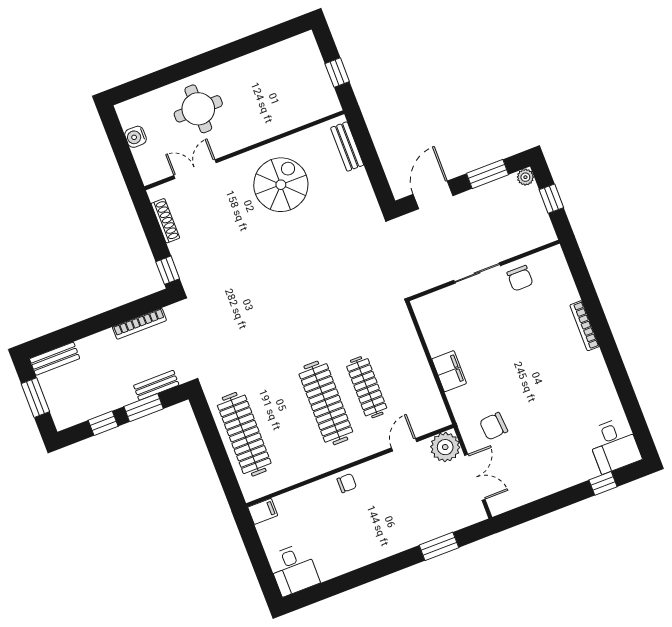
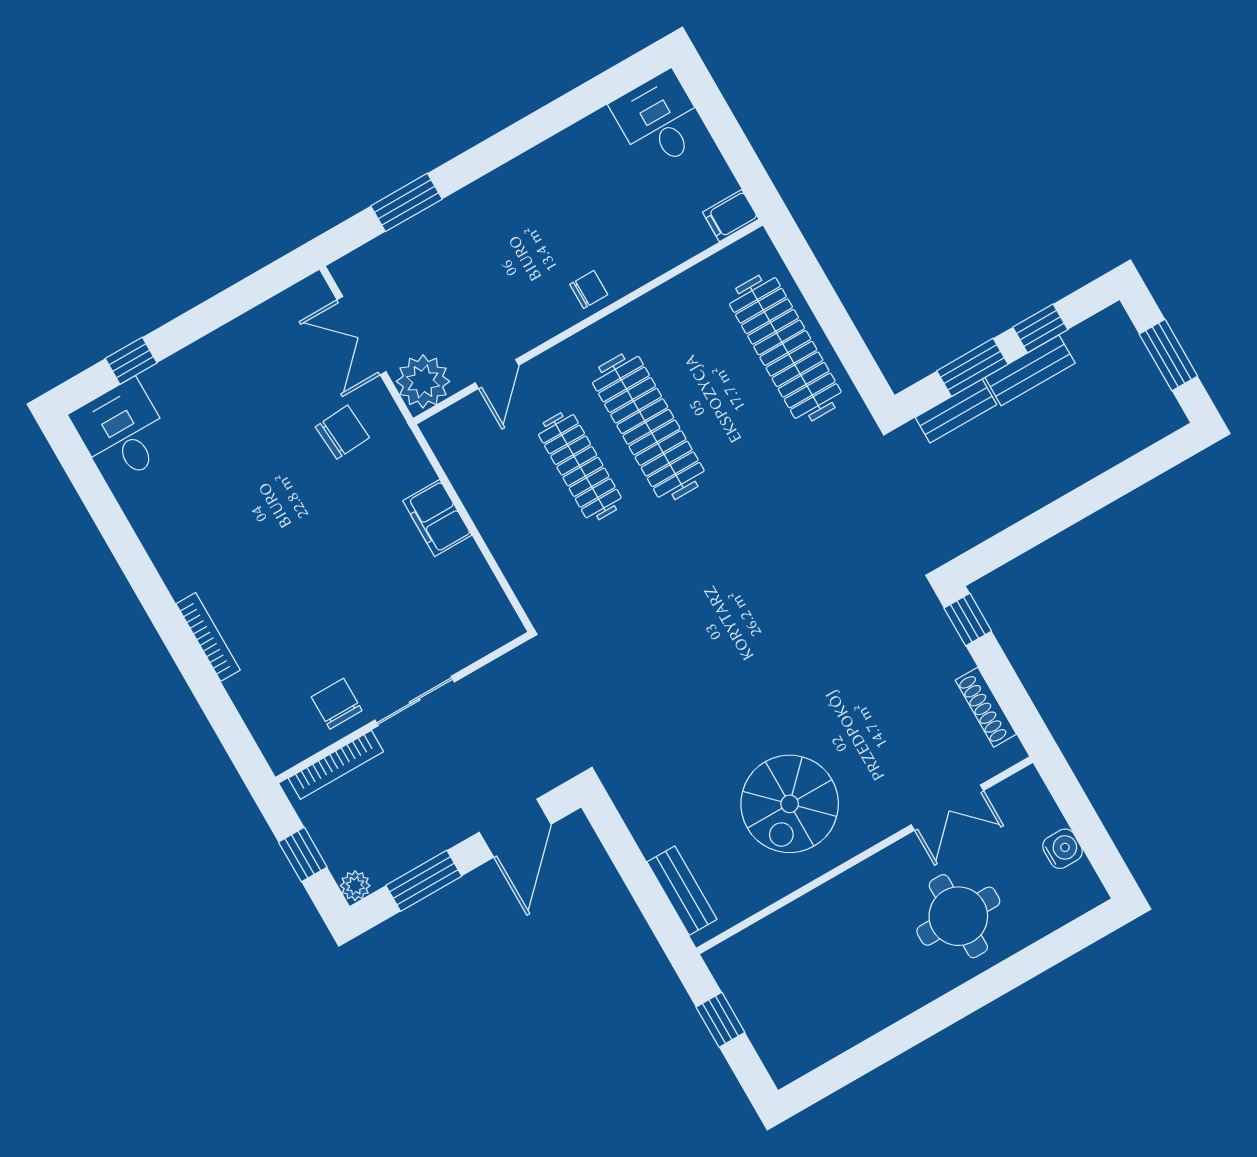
bookcase: (139, 324) -> (336, 765), moved, turned 180
bench: (55, 359) -> (1030, 370), moved
chair: (347, 483) -> (589, 290), turned 180

